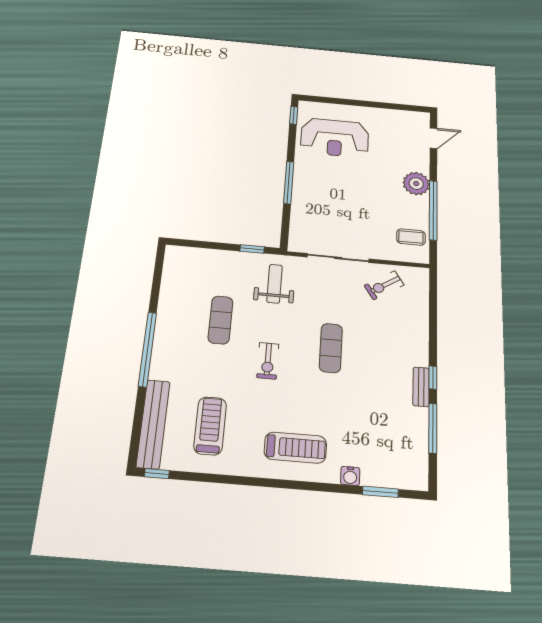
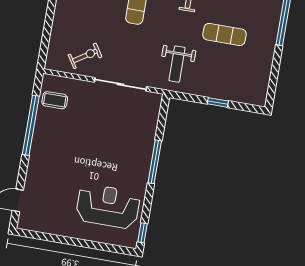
plant: (416, 184) -> (41, 153), removed
window: (252, 249) -> (218, 102), moved
exercise mat: (220, 320) -> (225, 34), turned 90

